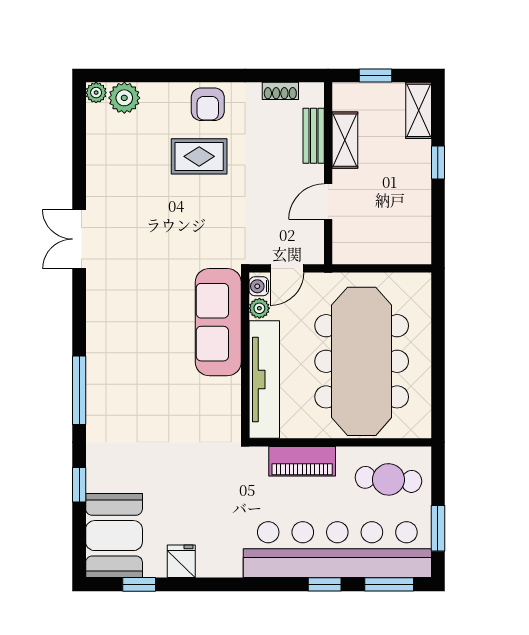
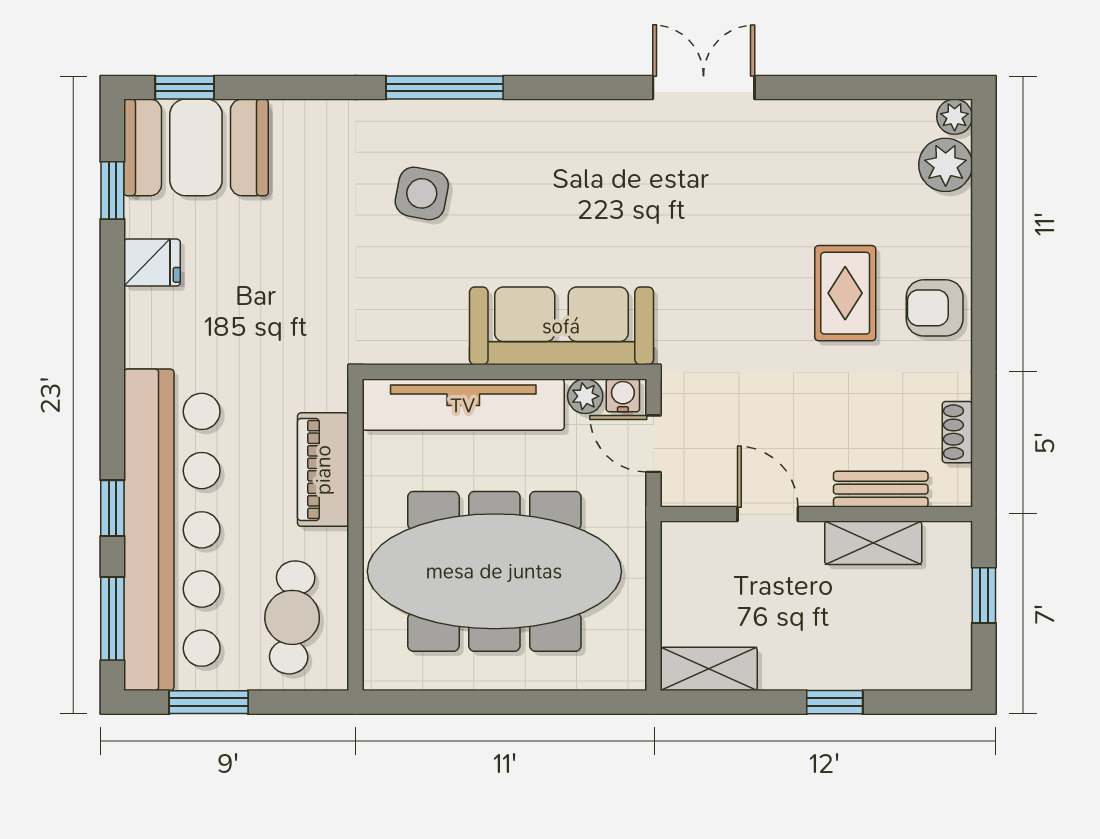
shelving: (419, 110) -> (709, 669), moved
side table: (141, 404) -> (422, 193), added
window: (79, 485) -> (185, 88), moved

